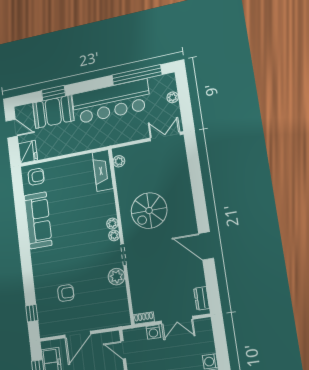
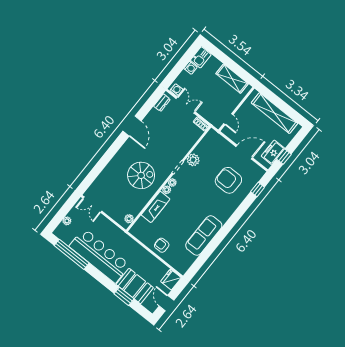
fireplace: (103, 171) -> (156, 207), moved
armchair: (36, 177) -> (162, 245), moved
armchair: (66, 293) -> (228, 180), width x1.88, depth x1.88
washing machine: (153, 332) -> (176, 90), moved

